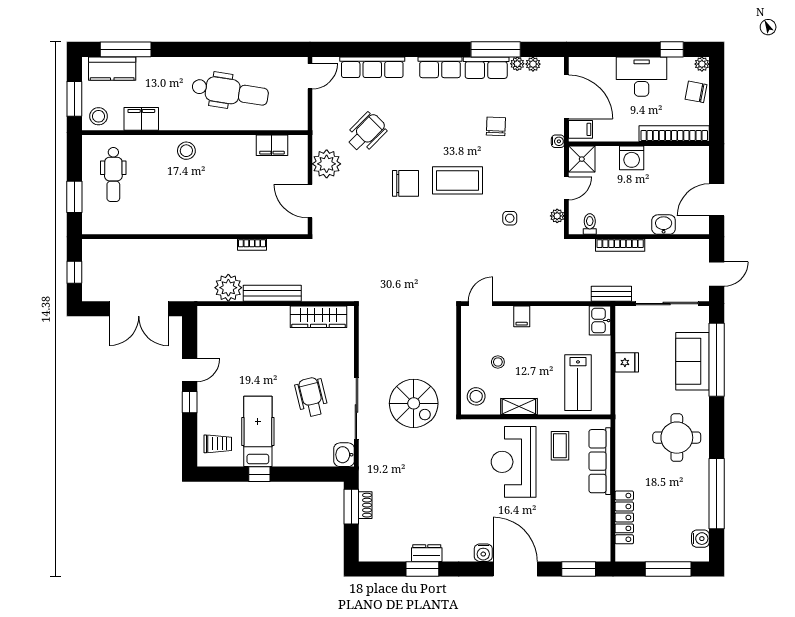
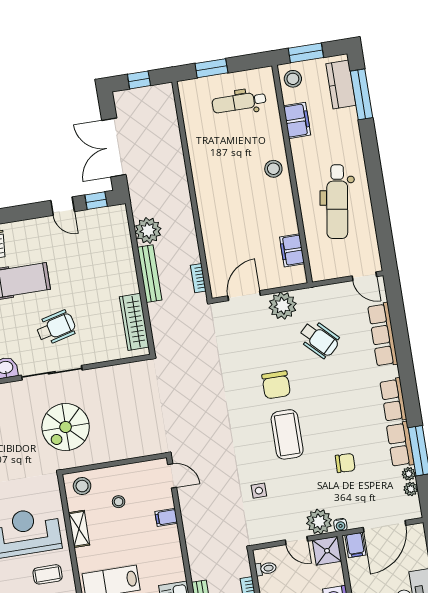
plant: (557, 216) -> (319, 522), moved, width x1.88, depth x1.88
bookcase: (252, 245) -> (198, 278), moved
window: (190, 402) -> (96, 201), moved

